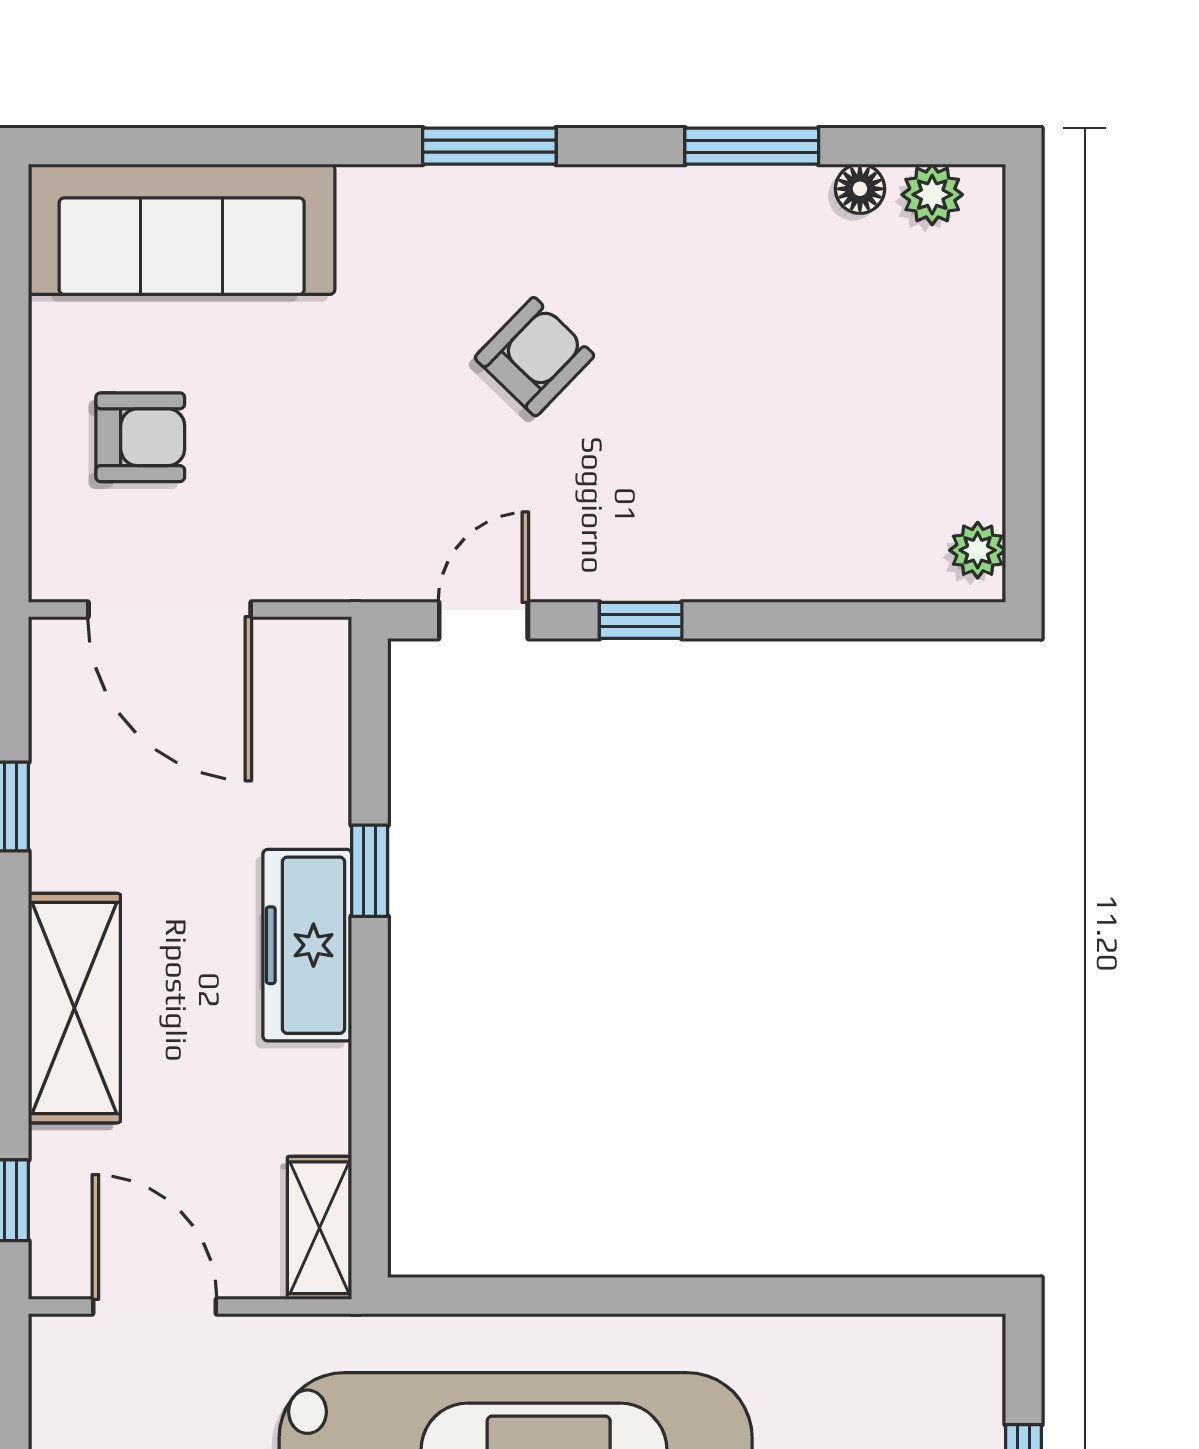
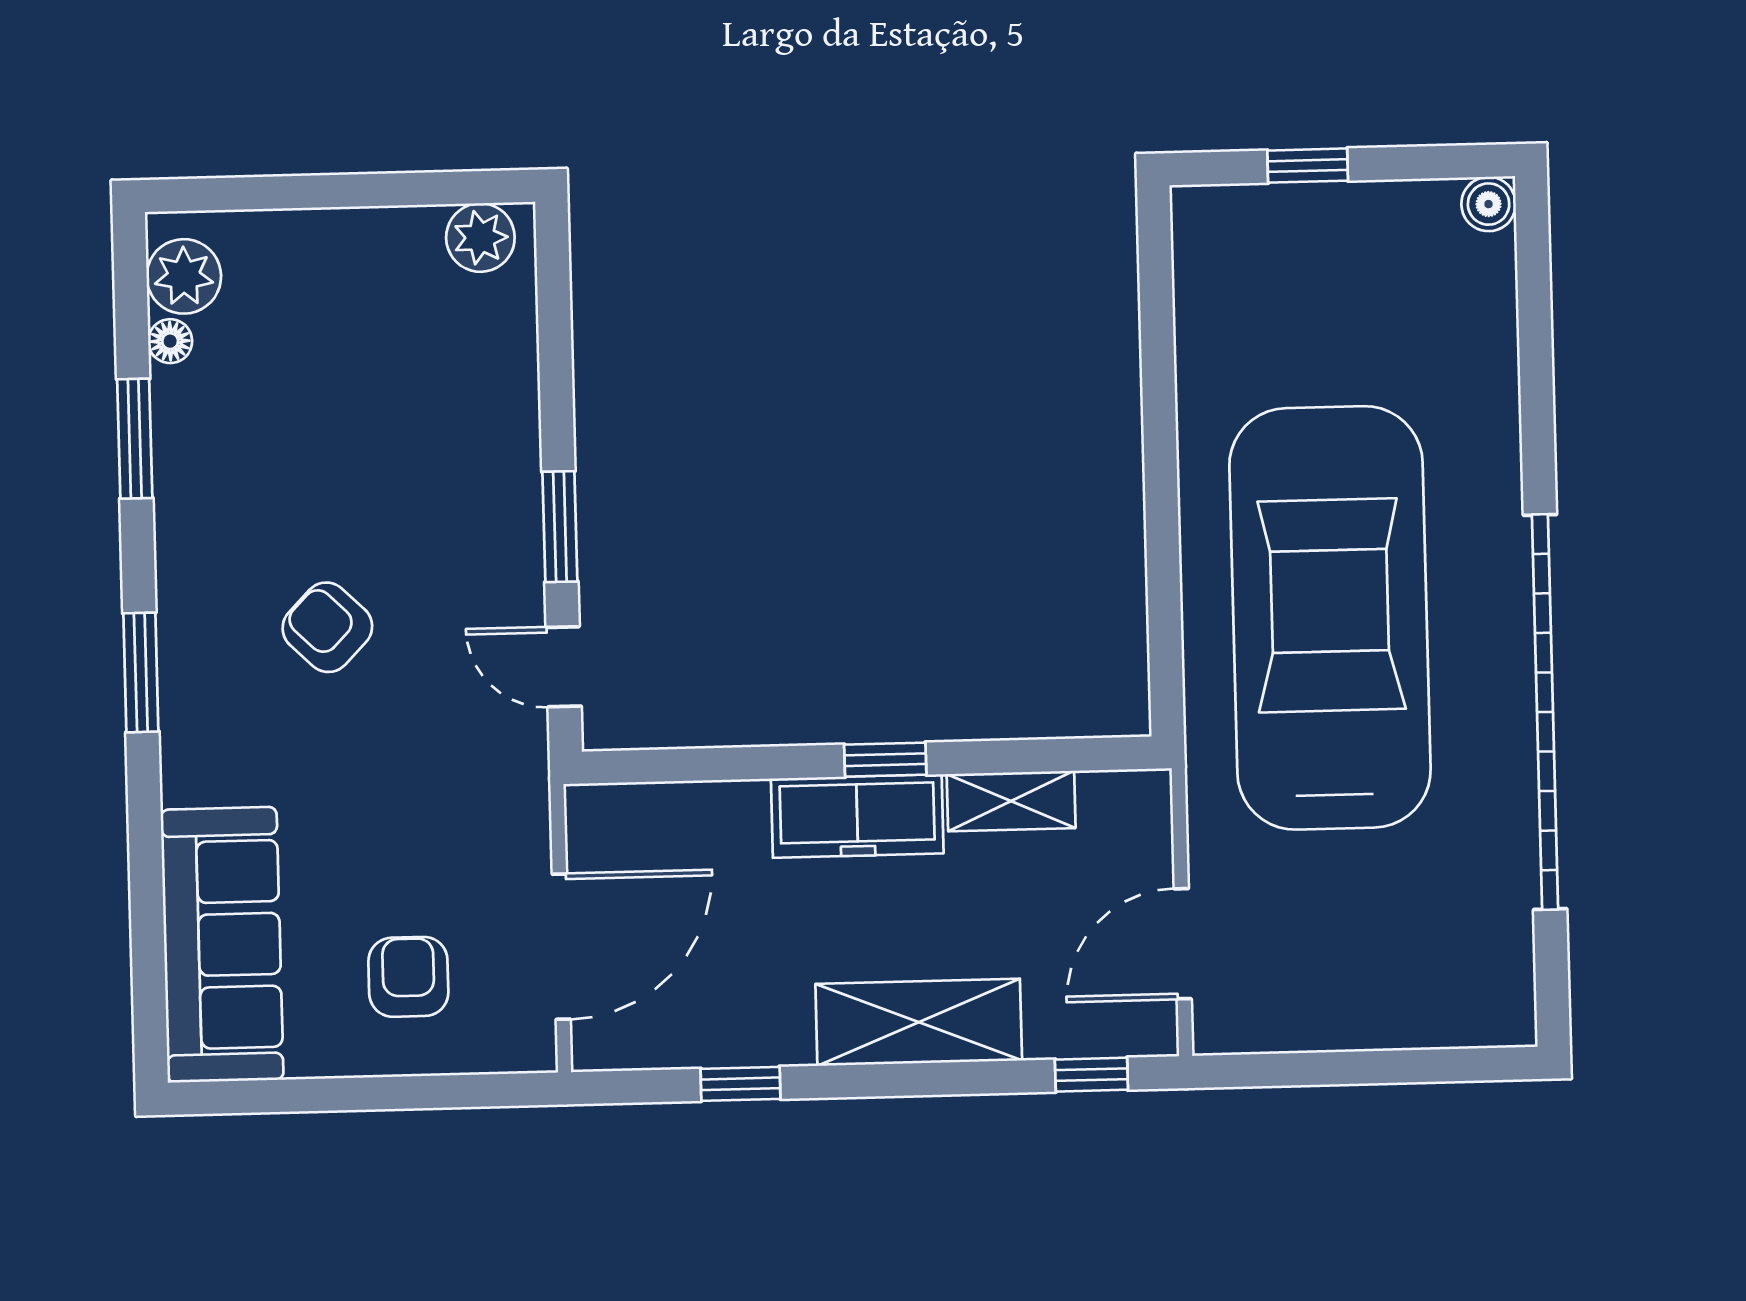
plant: (932, 195) -> (184, 276), width x1.38, depth x1.38
plant: (978, 550) -> (480, 238), width x1.38, depth x1.38
window: (641, 620) -> (560, 527), width x1.50
window: (370, 871) -> (885, 760), moved
shelving: (320, 1228) -> (1011, 801), moved

